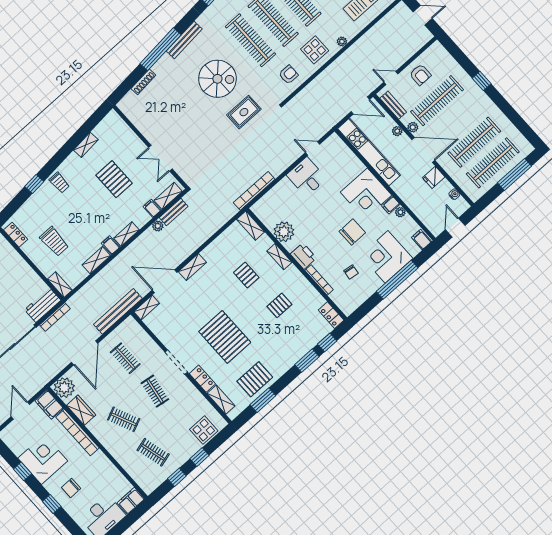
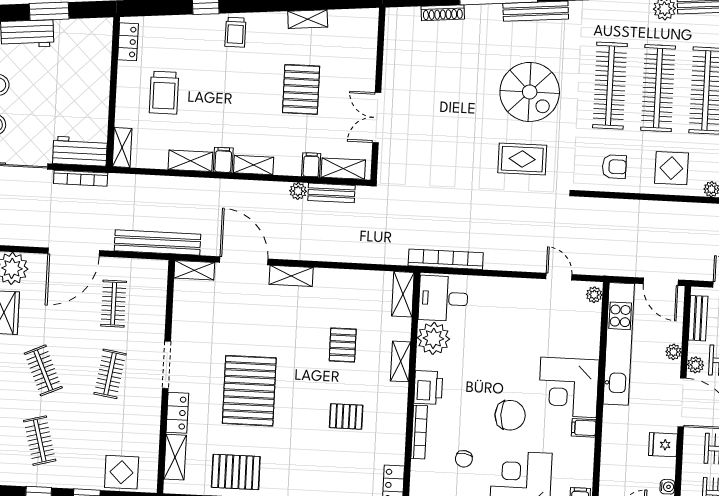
desk: (307, 177) -> (443, 298), moved, turned -90
plant: (400, 212) -> (594, 295), moved

